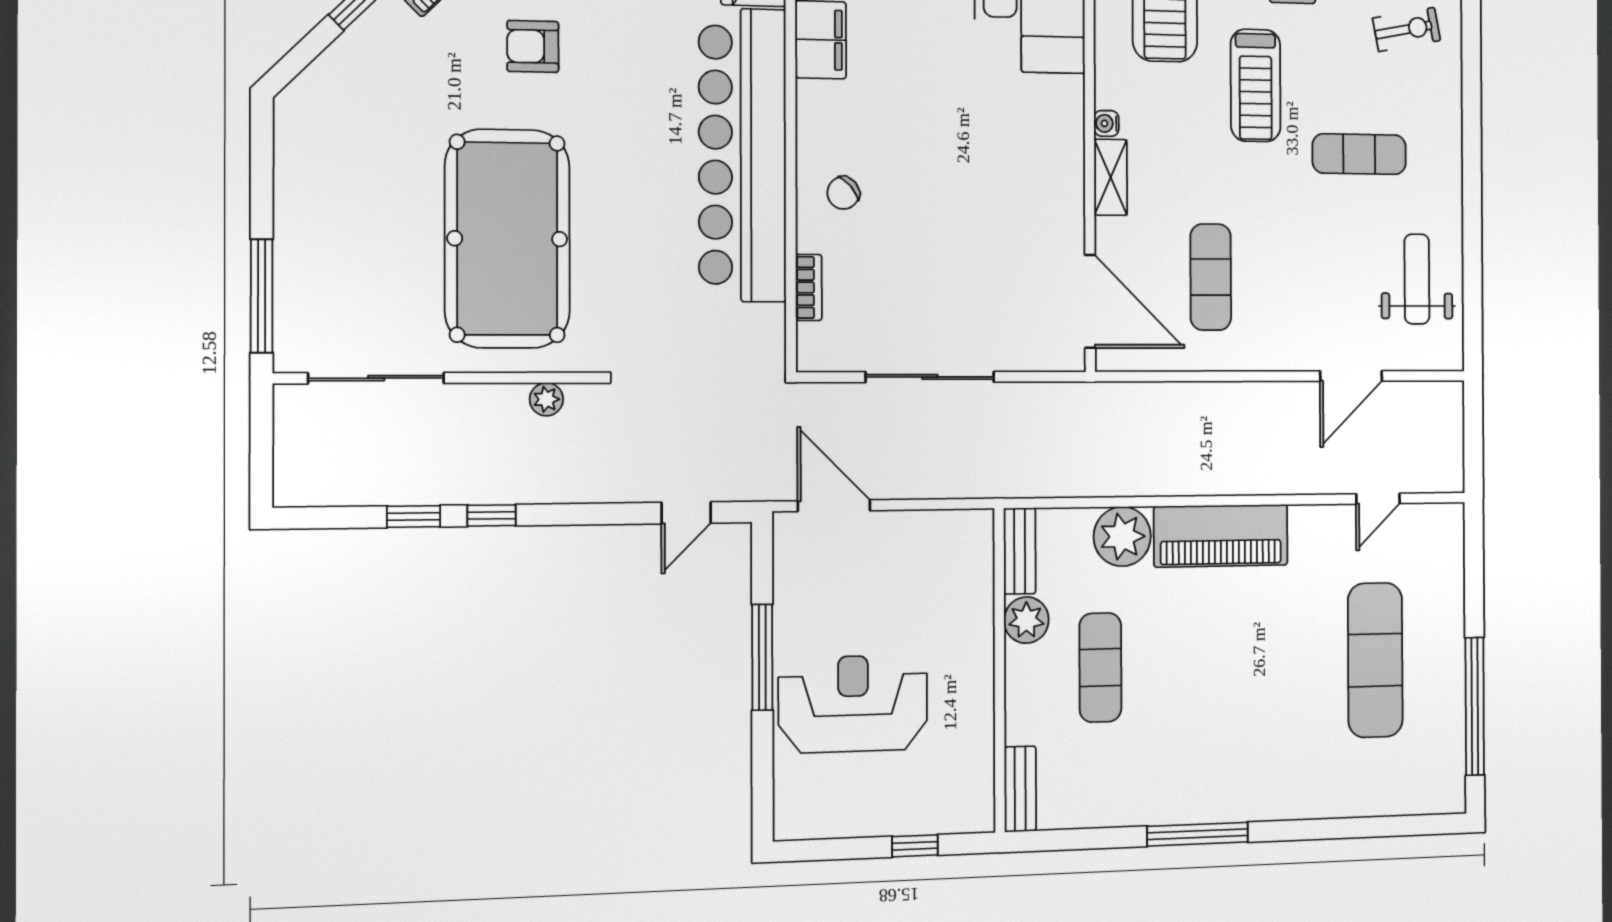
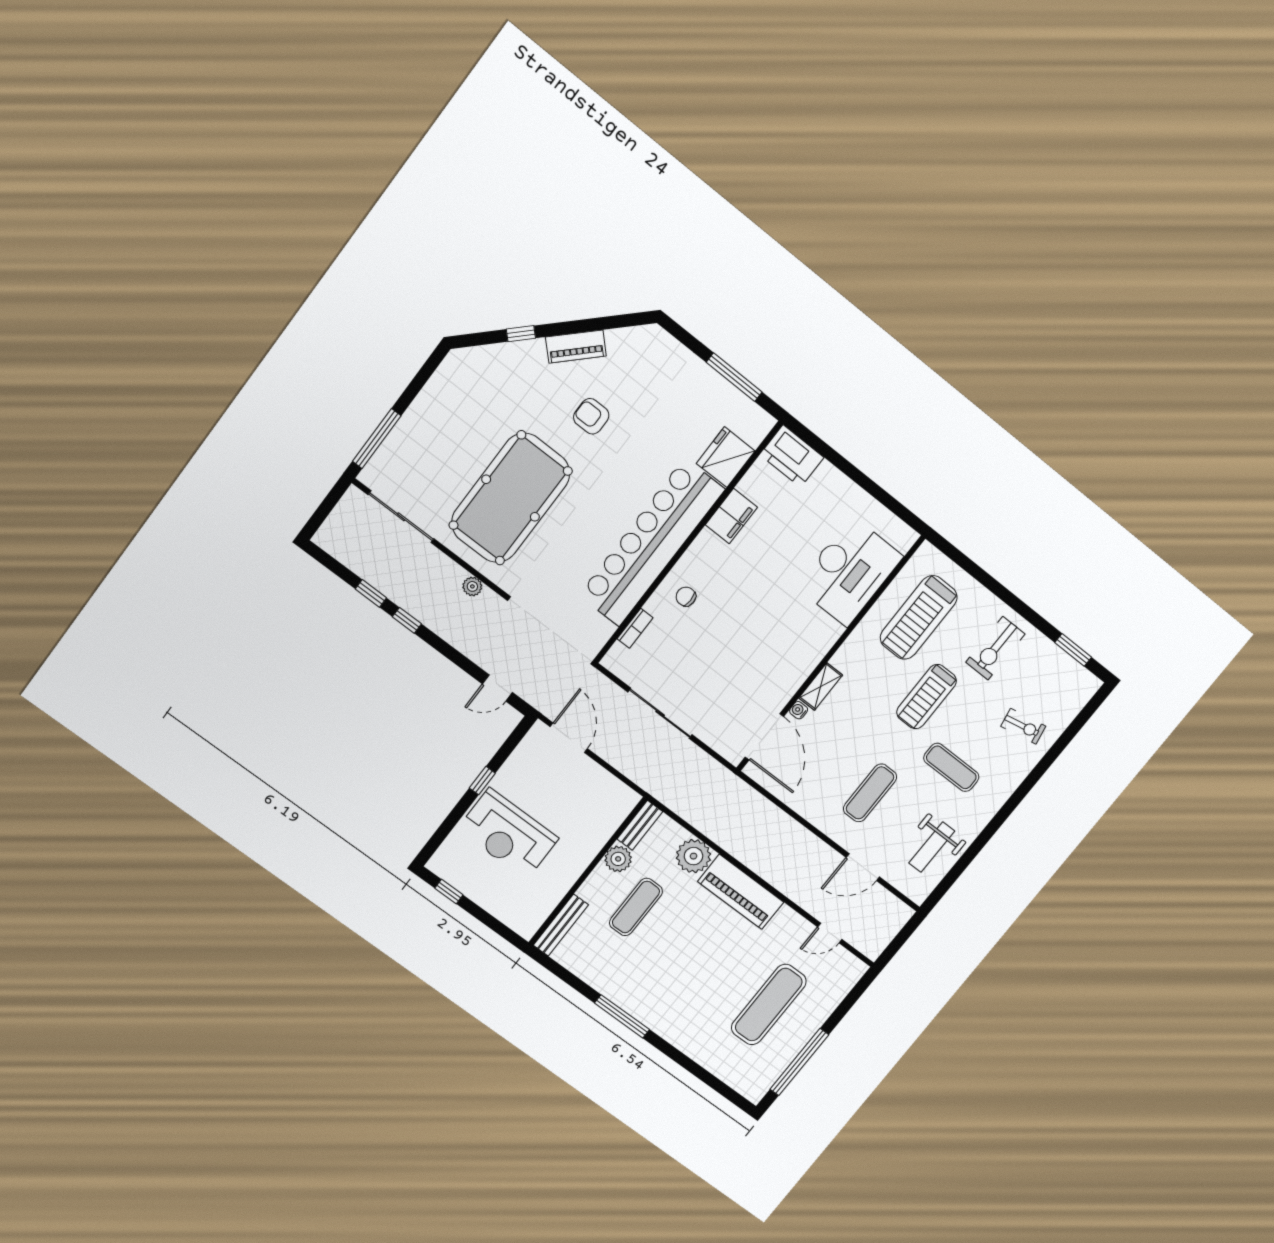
water cooler: (1106, 123) -> (799, 710), moved
chair: (843, 193) -> (686, 597), turned 41
exercise mat: (1211, 277) -> (870, 793), moved
weight bench: (1417, 279) -> (932, 847), turned 180
window: (762, 657) -> (482, 781), width x0.46
reception desk: (853, 704) -> (508, 834), turned 180
bench: (1020, 789) -> (561, 925), width x1.36
window: (915, 846) -> (449, 892), moved

